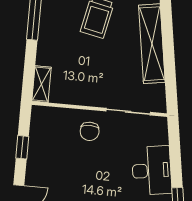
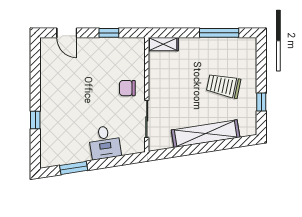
desk: (152, 170) -> (105, 142), width x0.73

